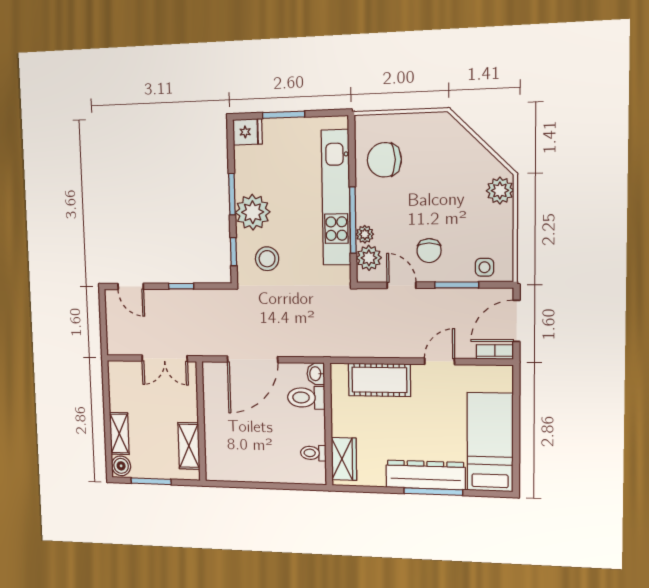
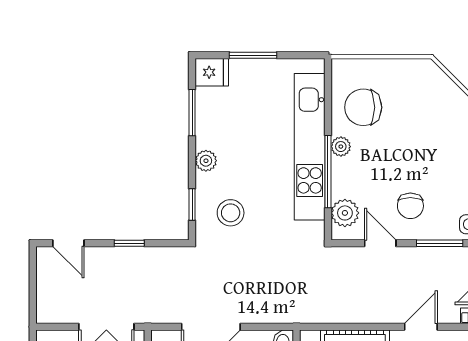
window: (232, 194) -> (192, 113), moved
plant: (253, 212) -> (206, 161), width x0.53, depth x0.53
plant: (365, 234) -> (341, 147), moved

